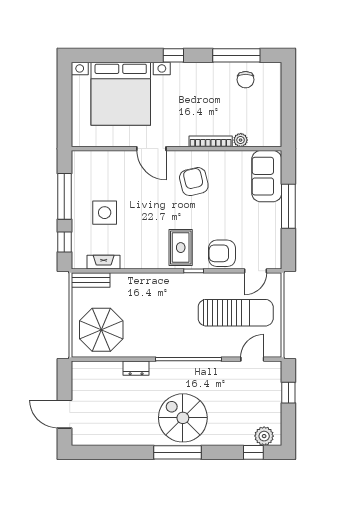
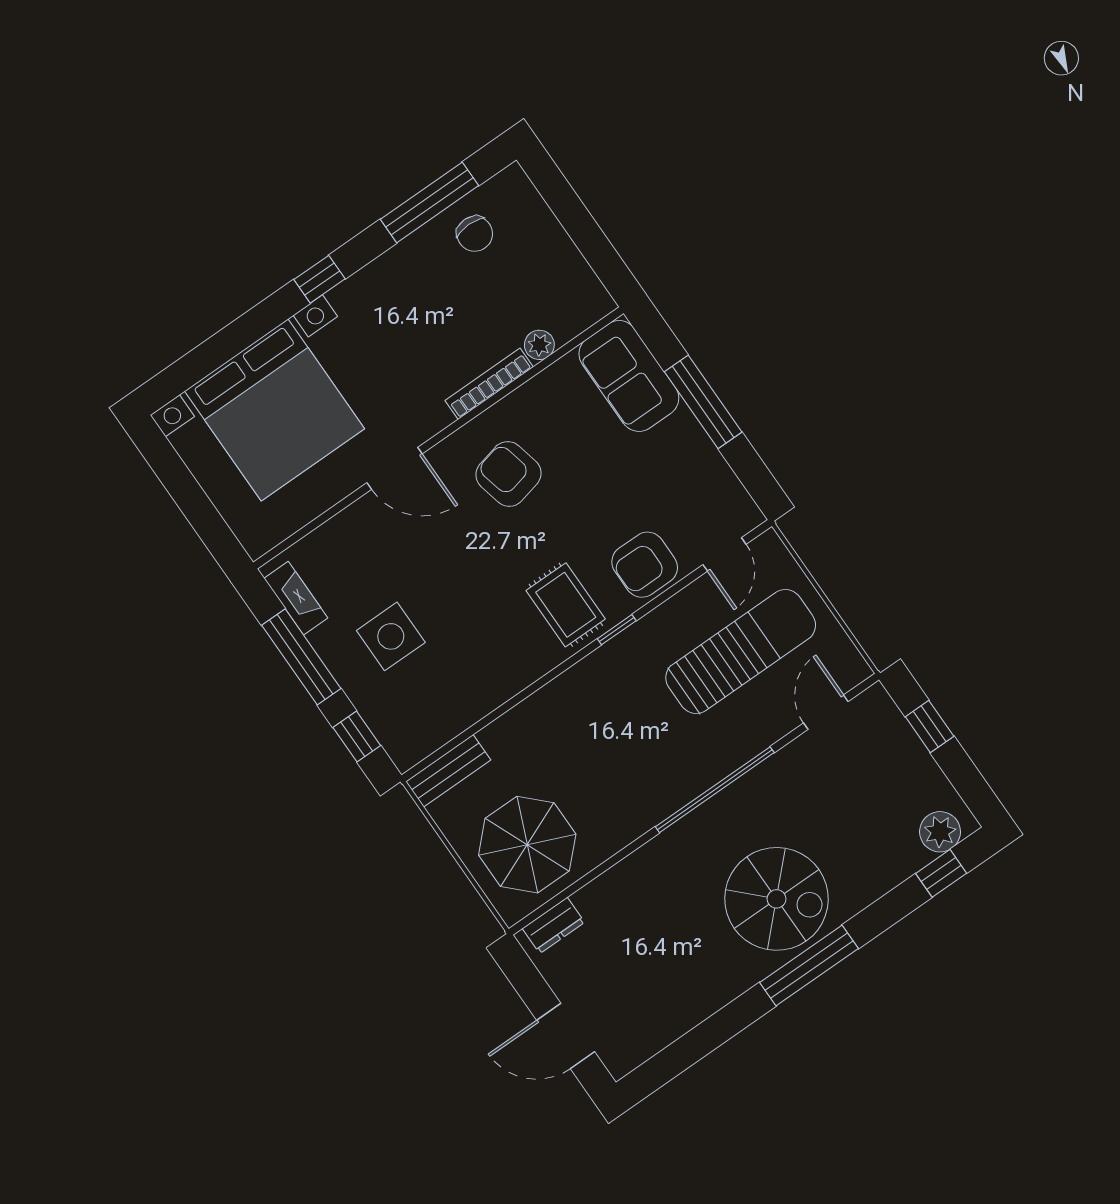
fireplace: (104, 262) -> (296, 598), moved, turned 90
dresser: (136, 368) -> (554, 925), moved
spiral stairs: (183, 418) -> (776, 899), turned 180

